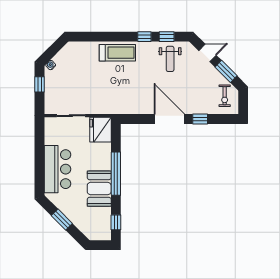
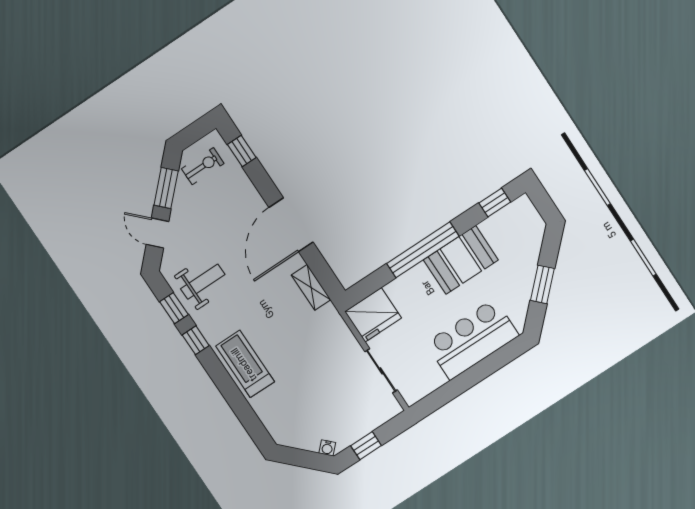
shelving: (133, 109) -> (311, 287), added
window: (200, 119) -> (242, 151), moved

